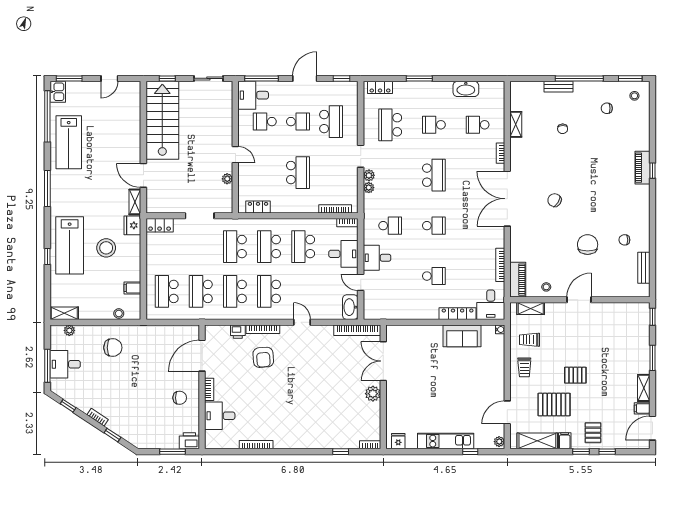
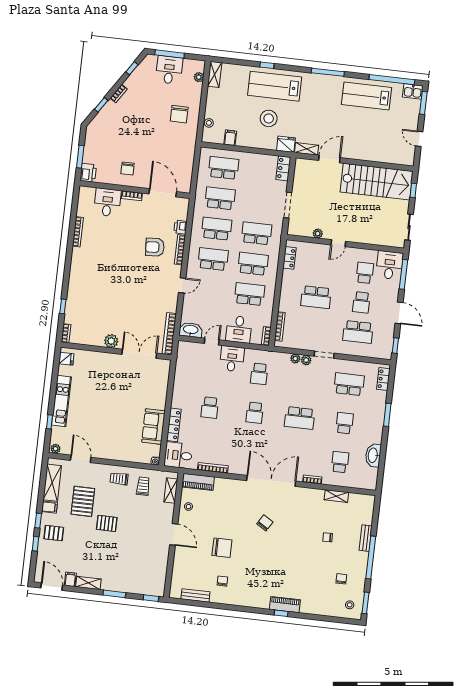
pallet: (575, 375) -> (107, 523), turned 90

